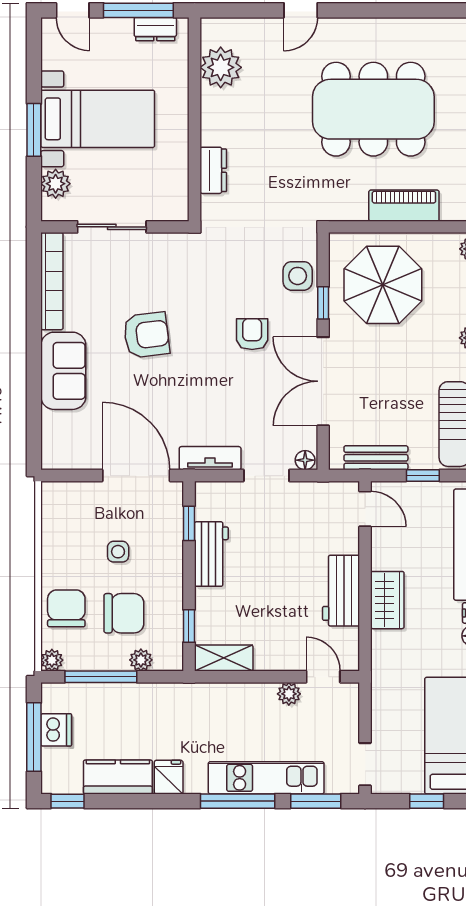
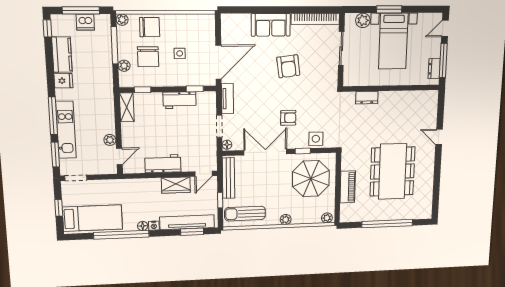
plant: (221, 67) -> (415, 100), removed
bench: (376, 458) -> (228, 178), width x1.36
wardrobe: (387, 600) -> (176, 185), moved

